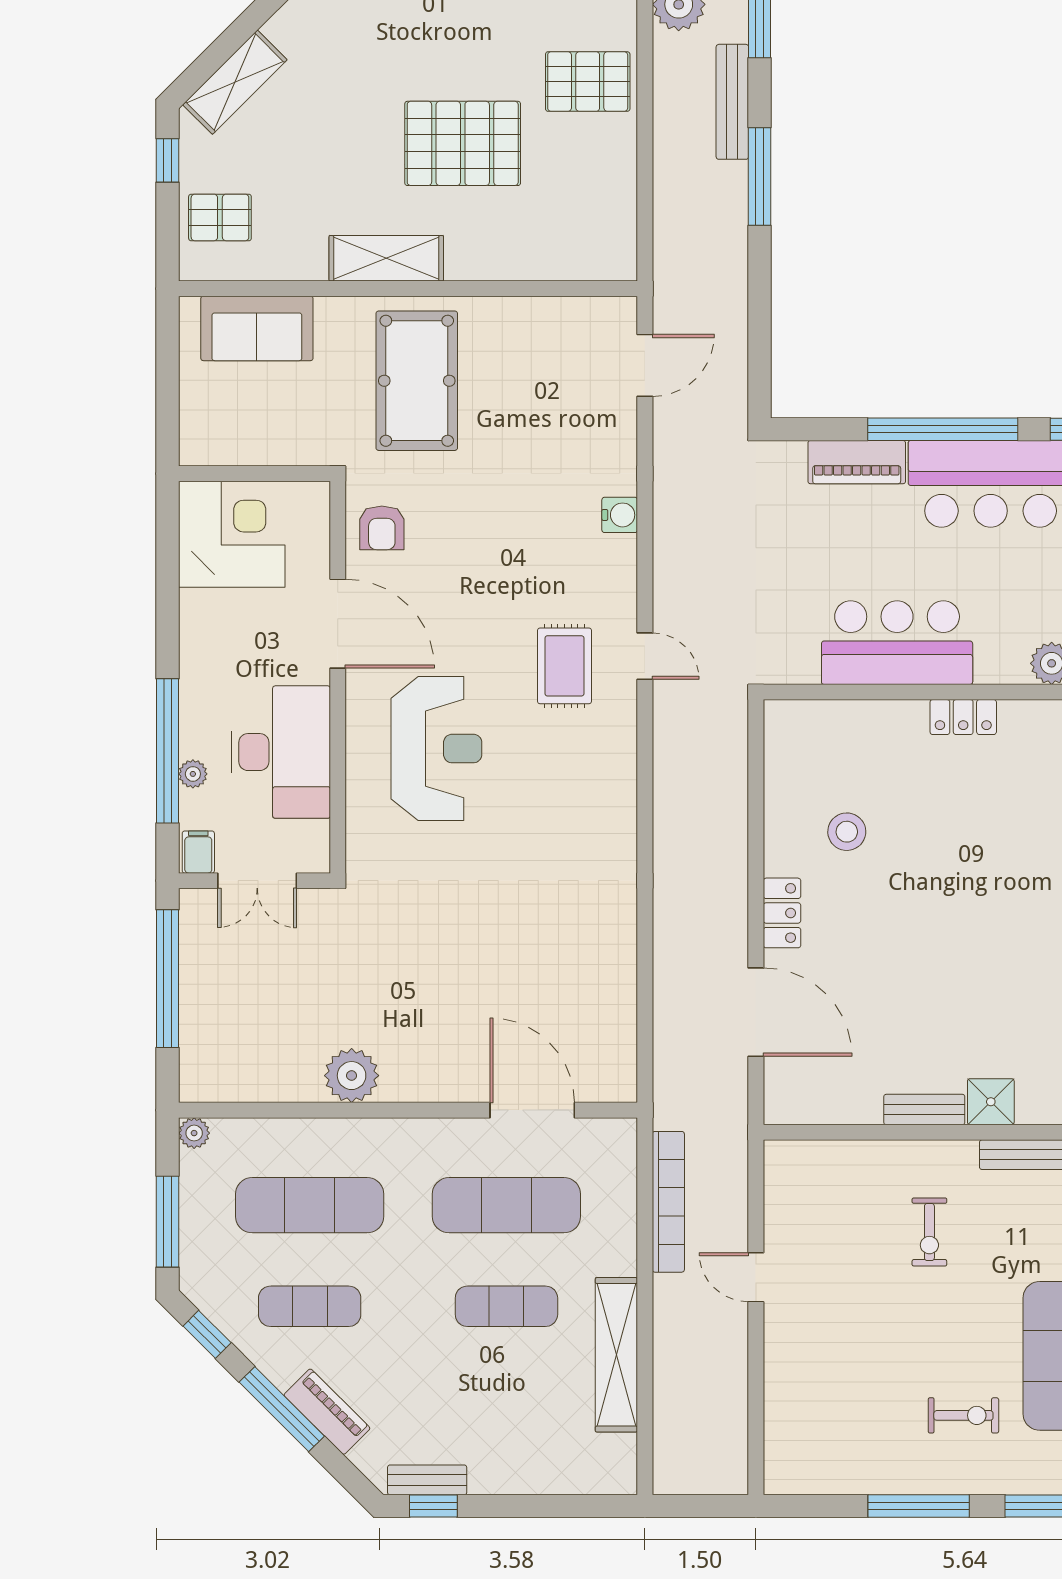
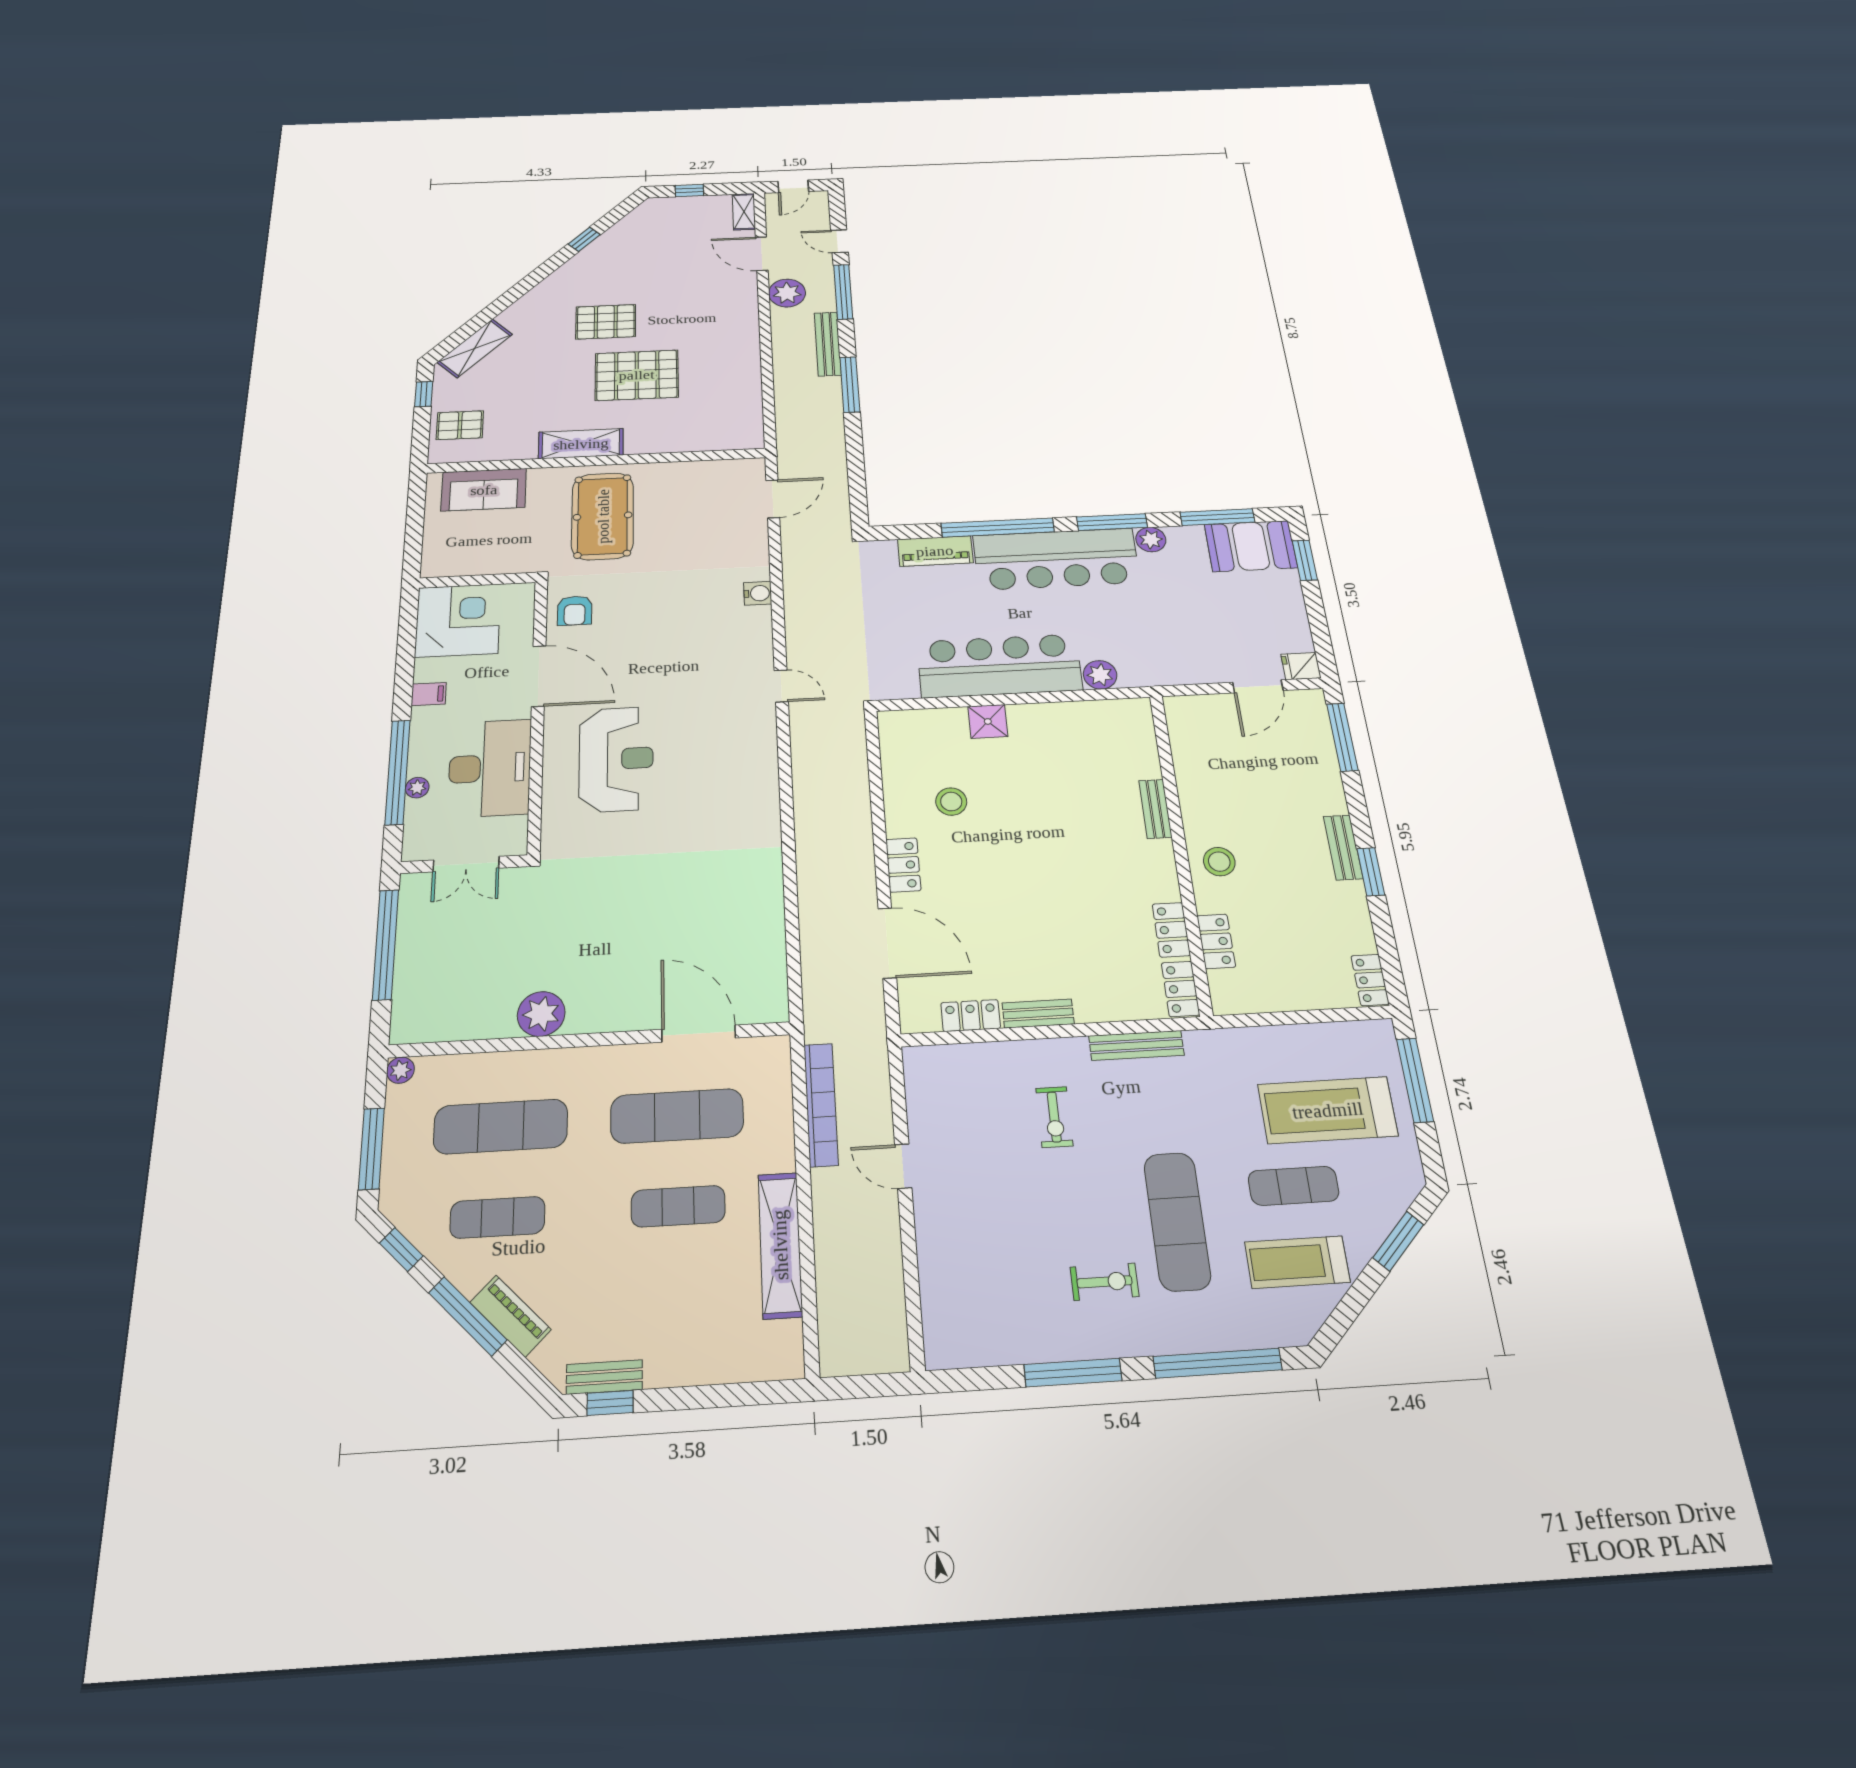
pallet: (588, 82) -> (606, 322), moved
bar counter: (897, 643) -> (999, 666), width x1.36
rug: (564, 666) -> (718, 696), removed
locker: (963, 717) -> (971, 1015), moved, turned 180
filing cabinet: (198, 852) -> (429, 694), moved, turned 90
shower: (991, 1102) -> (988, 721), moved

